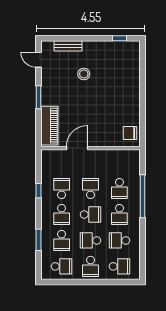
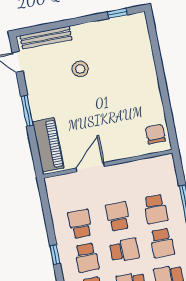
bench: (68, 46) -> (46, 38), width x1.36
chair: (130, 133) -> (155, 134), turned 90
window: (38, 191) -> (55, 255), moved

